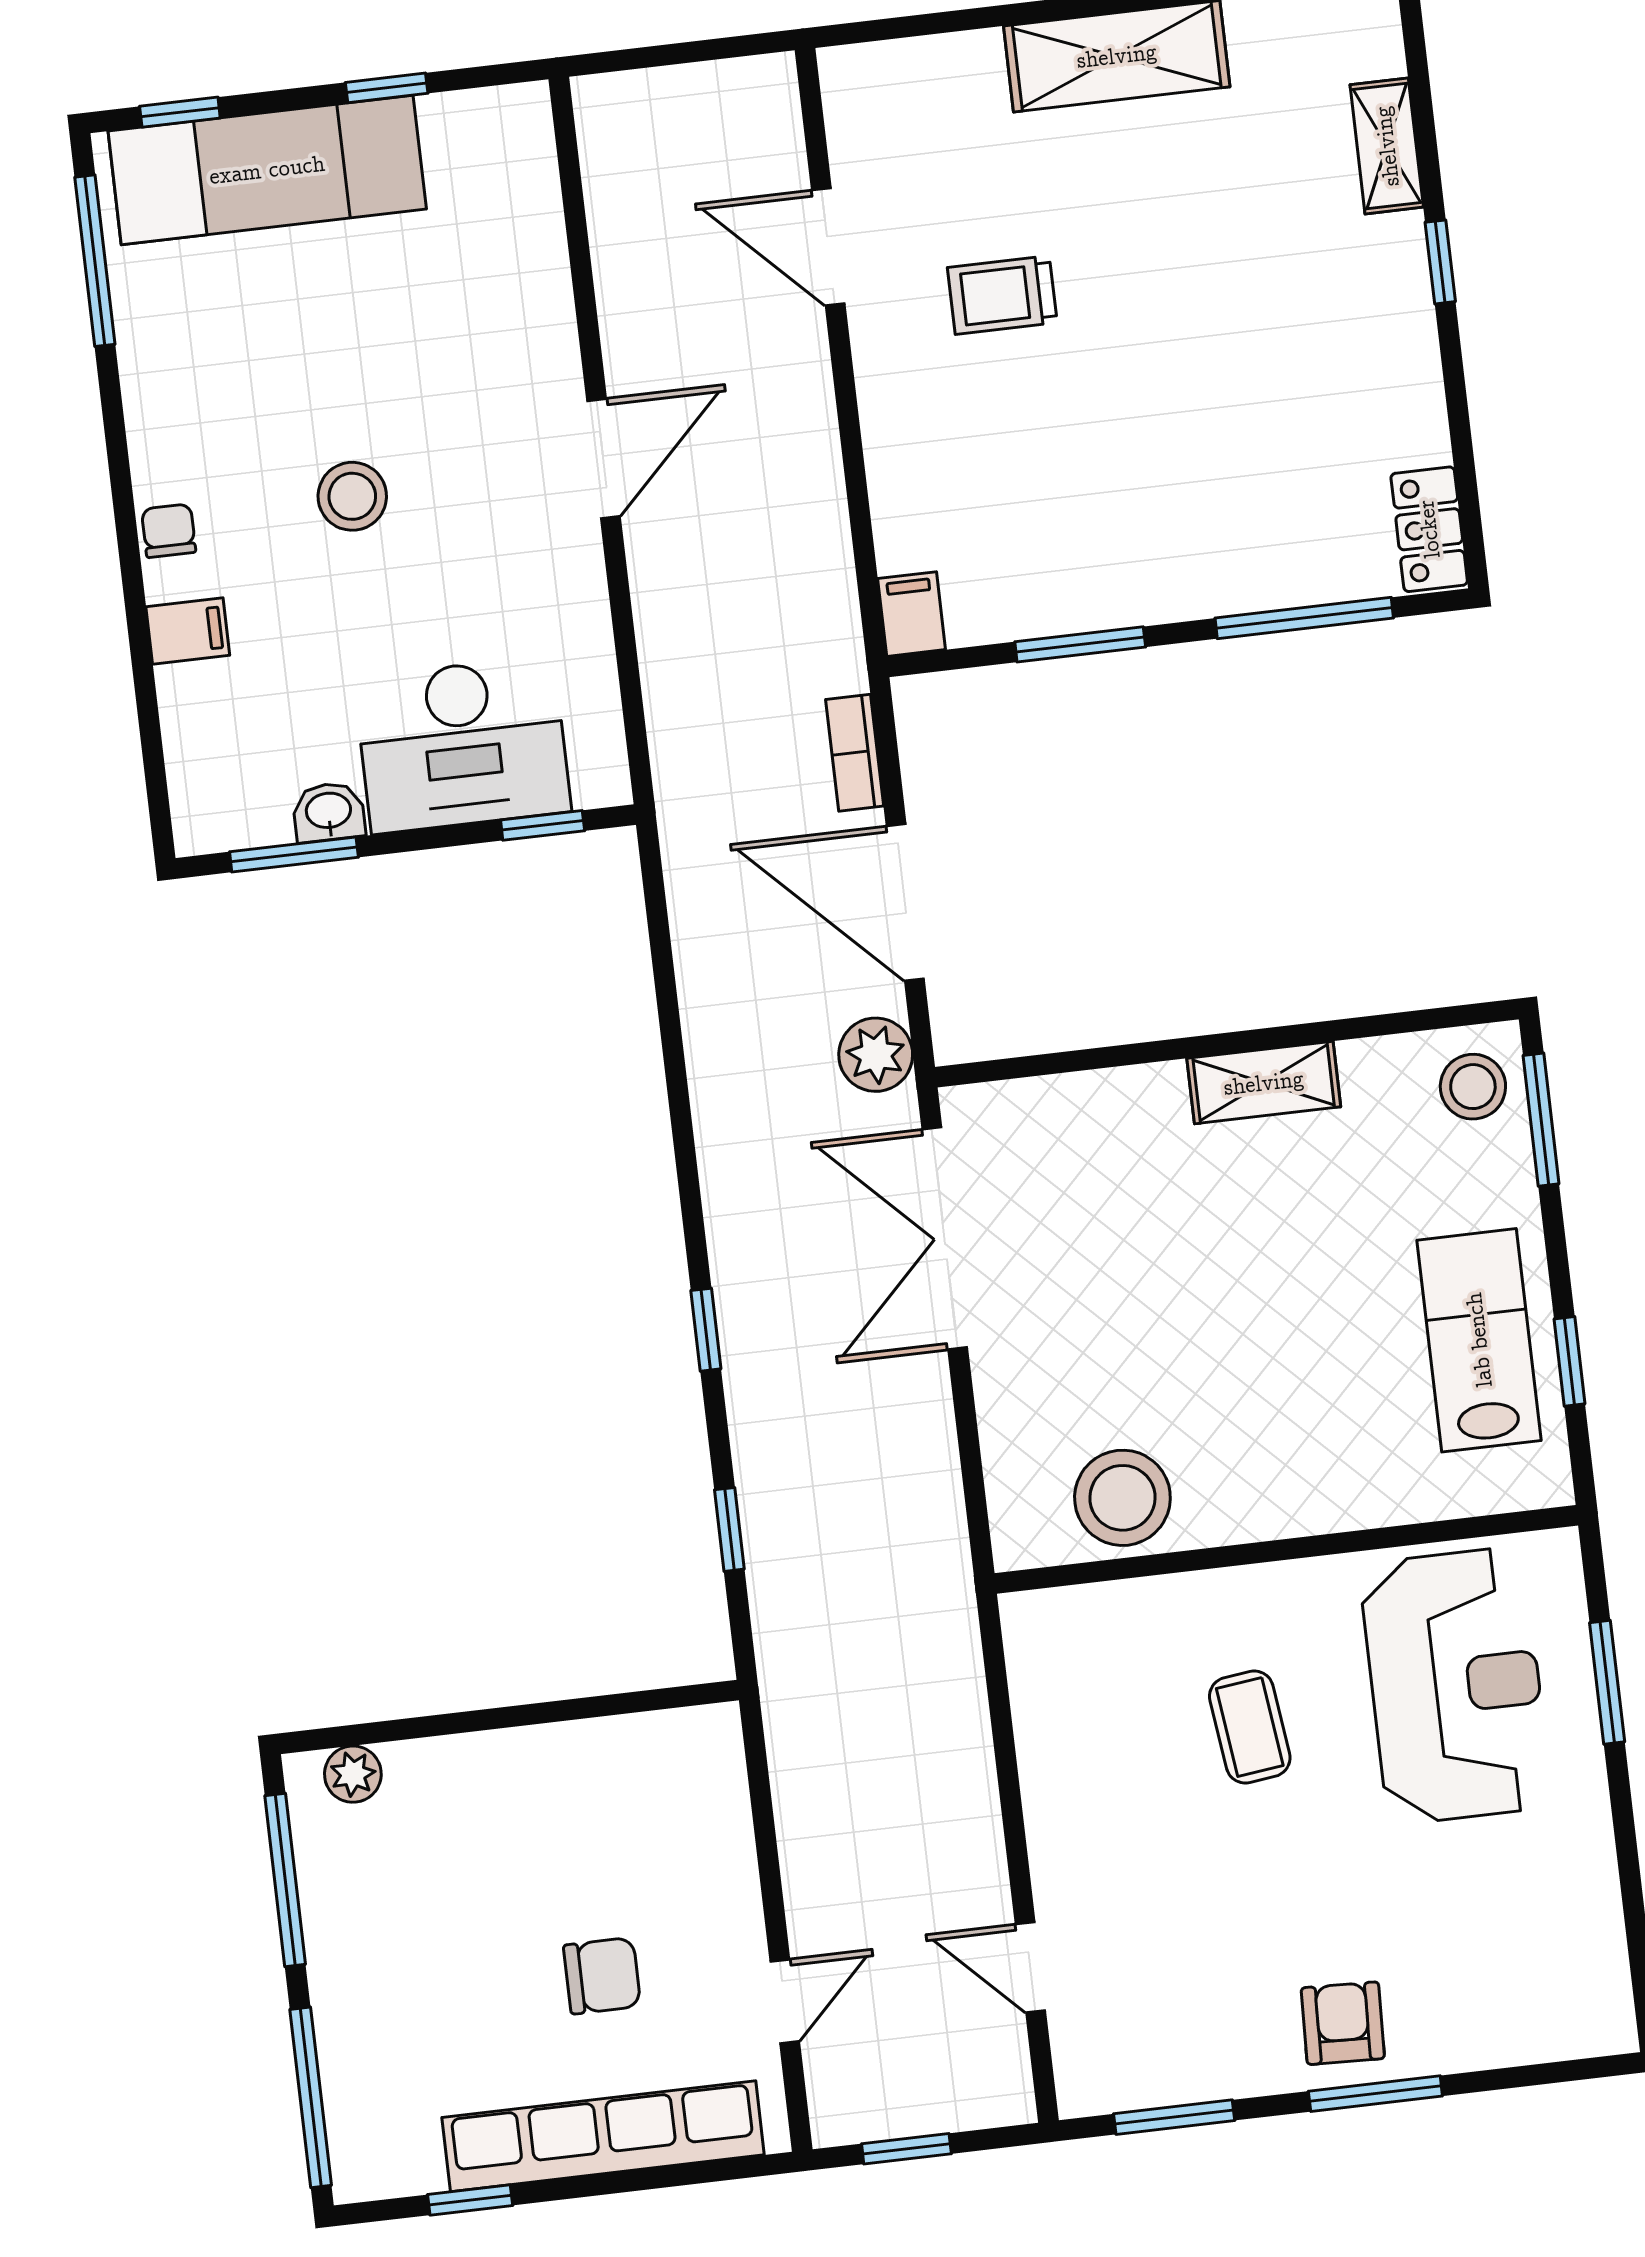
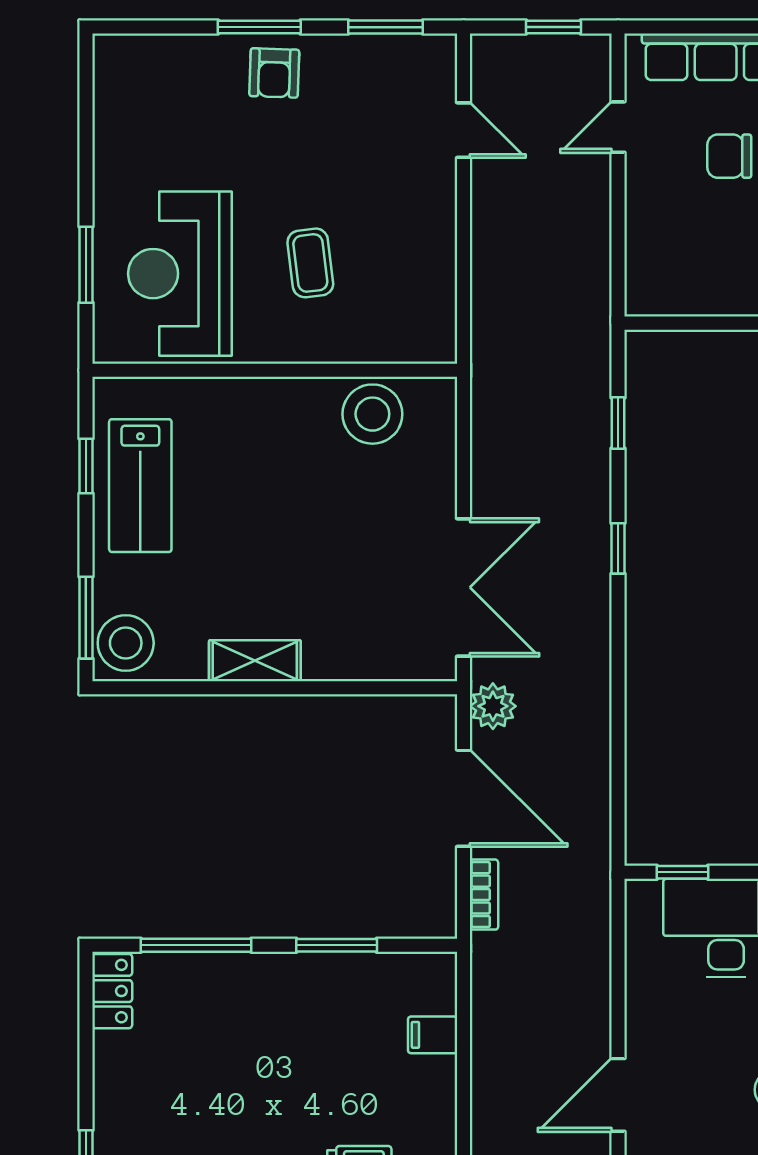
filing cabinet: (912, 614) -> (433, 1035), moved, turned 90
stool: (1473, 1087) -> (126, 643), width x1.38, depth x1.38

